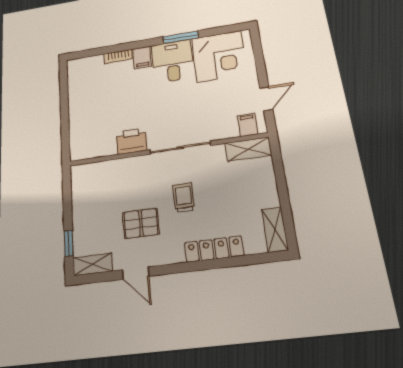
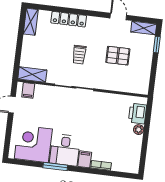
plant: (75, 116) -> (139, 130), added
printer: (132, 141) -> (138, 114), moved, turned 90
pallet: (141, 223) -> (118, 56), moved

